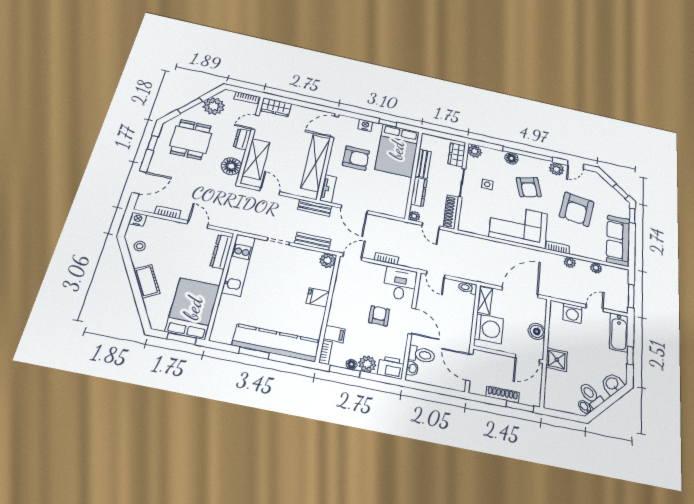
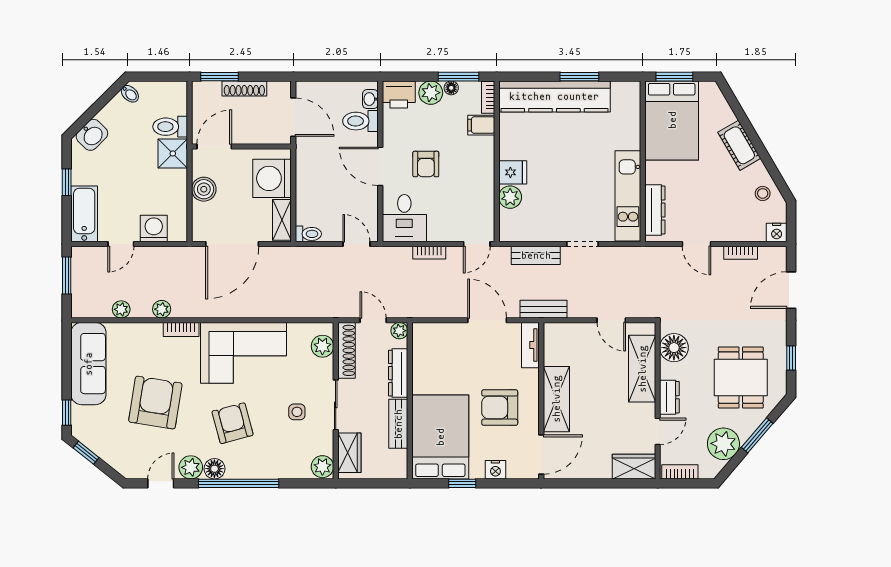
floor lamp: (511, 158) -> (214, 469), moved
shelving: (316, 163) -> (556, 399), width x0.68
plant: (466, 218) -> (322, 346), added
plant: (328, 260) -> (510, 197), moved
toilet: (591, 395) -> (170, 127), moved, turned 135

